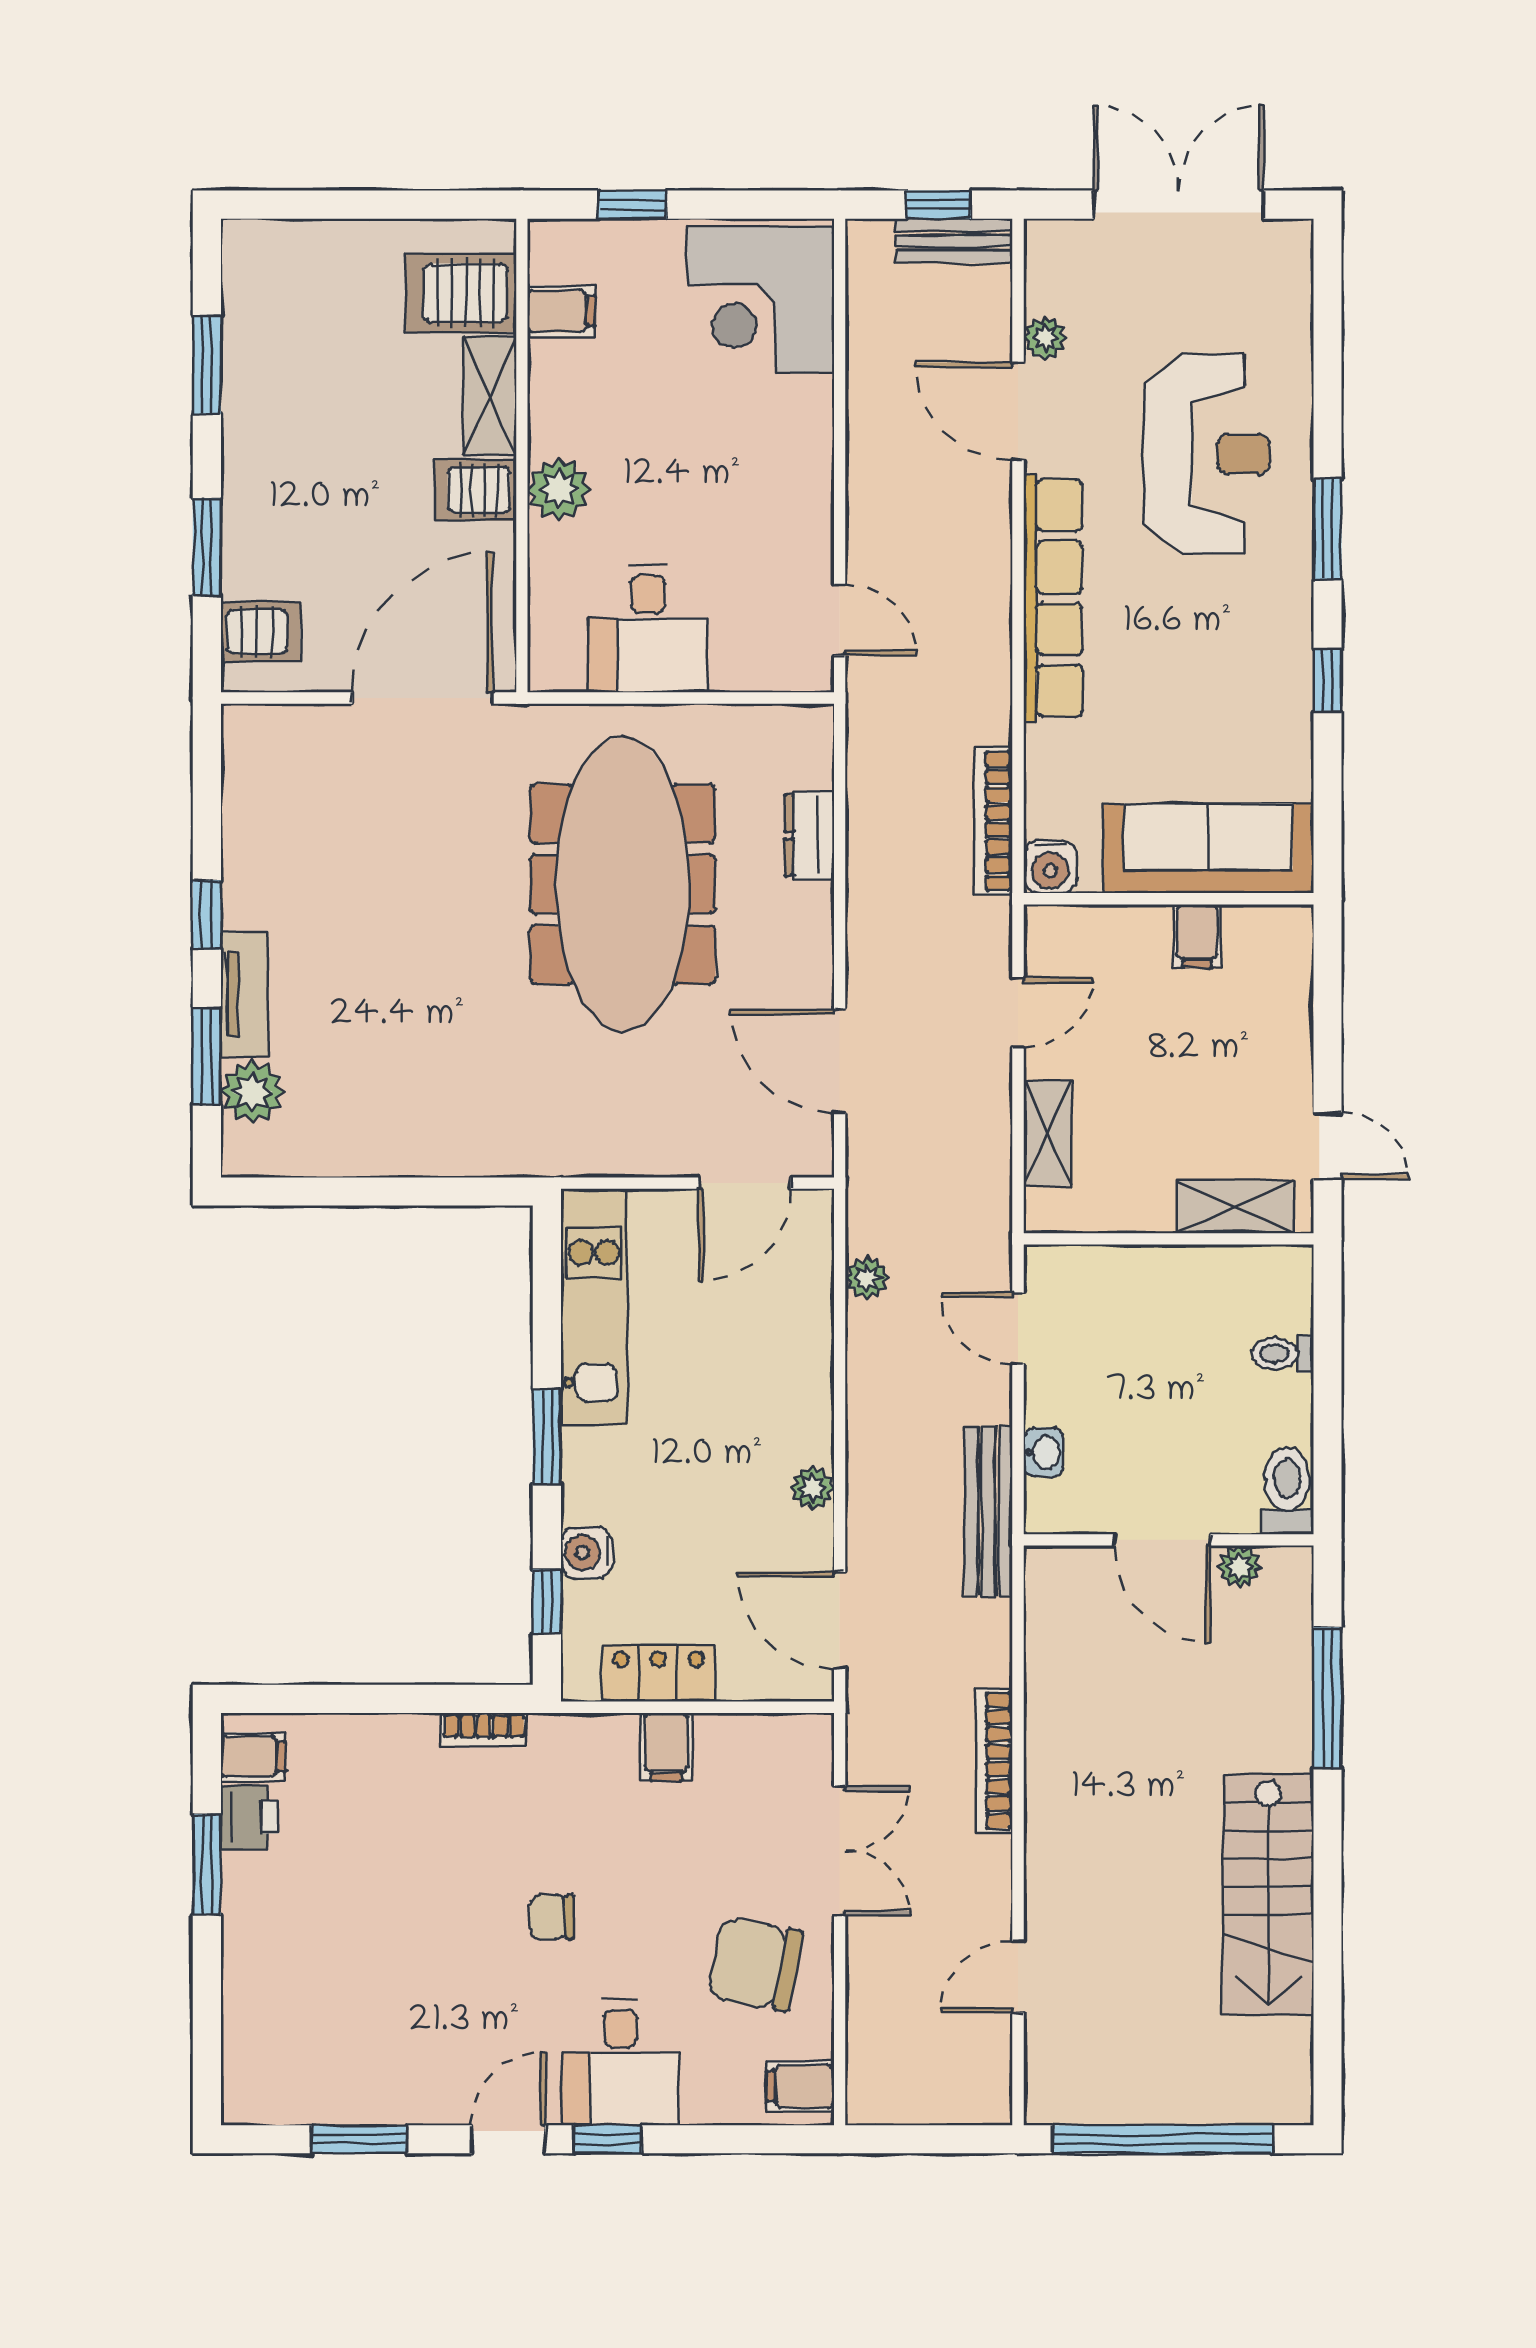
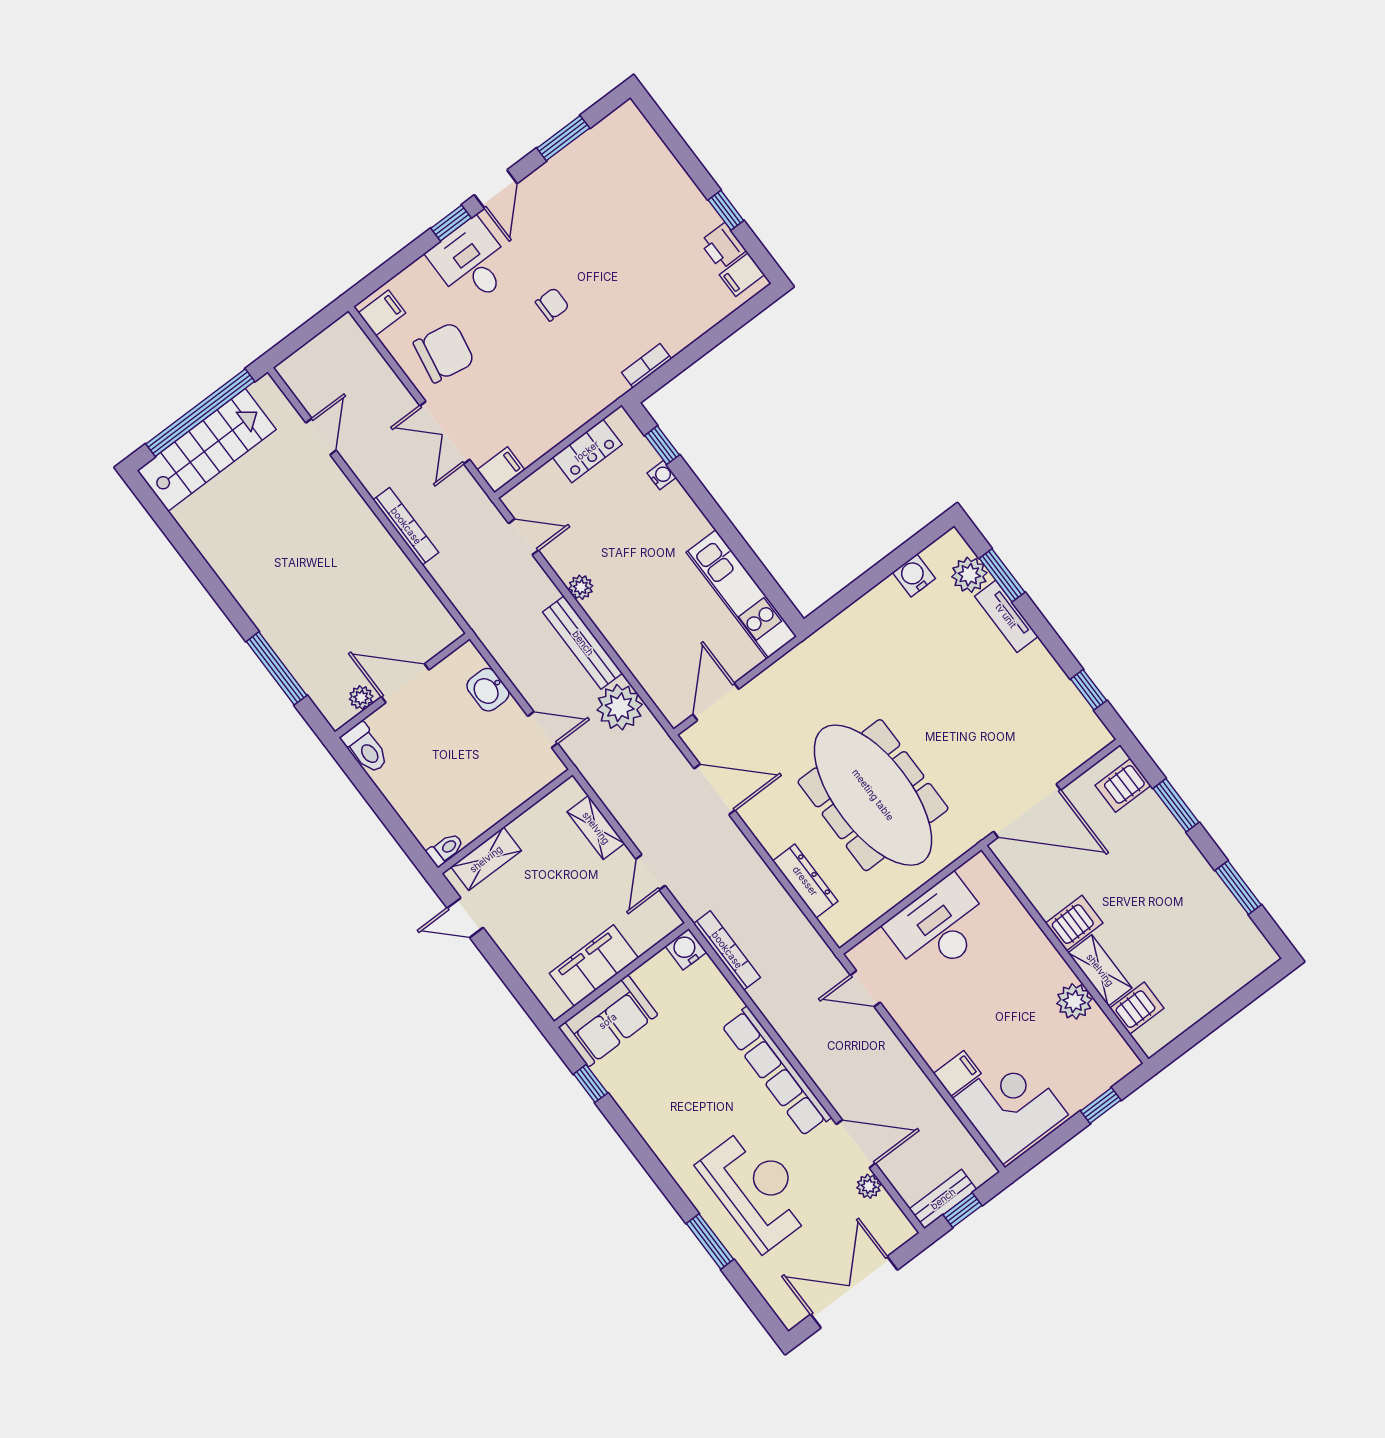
double door: (1179, 205) -> (854, 1292), swing flipped
server rack: (461, 293) -> (1137, 1008), width x0.73, depth x0.70
filing cabinet: (561, 311) -> (957, 1073), moved, turned 180
reception desk: (1207, 454) -> (756, 1189), turned 180
plant: (559, 489) -> (1074, 1001), moved
window: (1327, 529) -> (710, 1241), moved
desk: (648, 628) -> (939, 927), width x1.37
window: (1327, 681) -> (591, 1084), moved
door: (422, 698) -> (1027, 811), hinge flipped
dresser: (809, 835) -> (805, 881), width x1.44
sofa: (1208, 848) -> (608, 1021), width x0.73
window: (207, 915) -> (1089, 690), moved
filing cabinet: (1197, 936) -> (594, 966), width x3.00, depth x1.17
water cooler: (331, 1150) -> (914, 575), added
plant: (867, 1278) -> (620, 707), width x1.87, depth x1.87
toilet: (1283, 1354) -> (445, 849), moved
window: (547, 1437) -> (718, 520), removed
washbasin: (1044, 1452) -> (488, 690), width x1.38, depth x1.45
bench: (989, 1511) -> (583, 643), moved
water cooler: (587, 1553) -> (662, 475), width x0.72, depth x0.72
door: (840, 1620) -> (523, 537), width x0.73
filing cabinet: (666, 1747) -> (501, 470), moved, turned 90
window: (207, 1864) -> (726, 210), width x0.67
stairs: (1268, 1895) -> (207, 450), moved, turned 90

